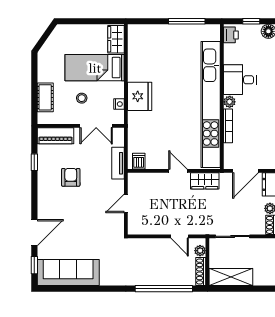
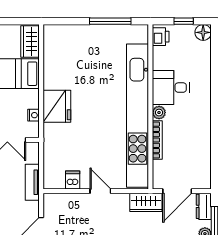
dishwasher: (139, 161) -> (73, 180), moved
wardrobe: (205, 181) -> (146, 202), moved

